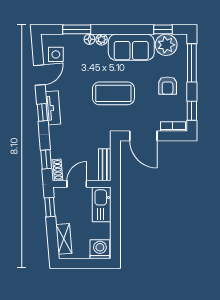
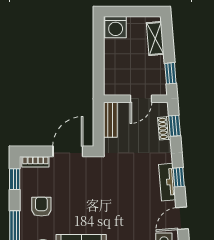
coffee table: (113, 93) -> (101, 198), removed
door: (143, 136) -> (68, 151), hinge flipped
shoe rack: (57, 170) -> (164, 128), moved
kitchen sink: (102, 204) -> (114, 76), removed

